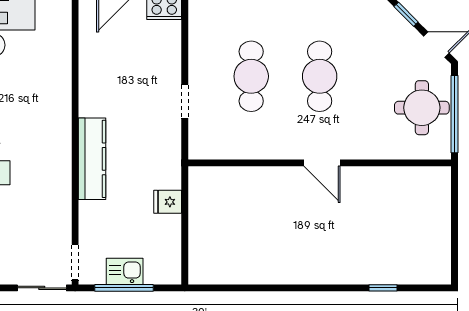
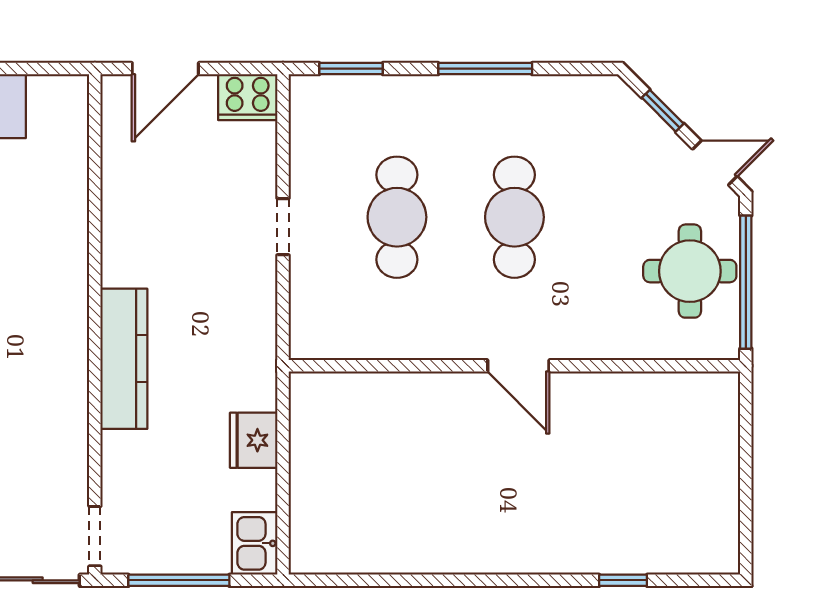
doorway: (185, 101) -> (283, 227), moved
fridge: (168, 202) -> (254, 440), width x1.38
kitchen sink: (125, 271) -> (255, 543), moved, turned -90

